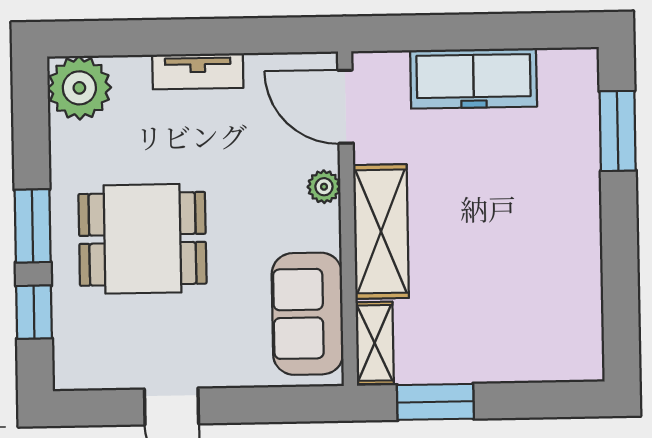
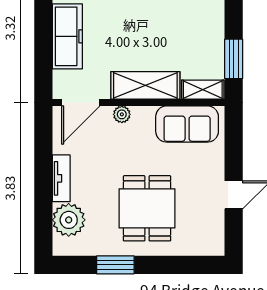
plant: (79, 88) -> (69, 220), moved
window: (33, 226) -> (115, 265), moved
window: (34, 312) -> (184, 265), removed

